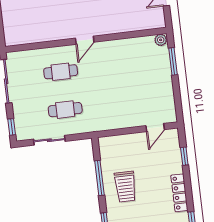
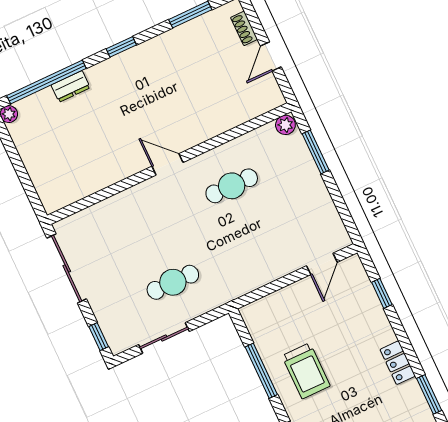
door: (85, 40) -> (167, 164), swing flipped
cafe table: (61, 72) -> (232, 186), moved
locker: (179, 193) -> (398, 363), width x0.66

